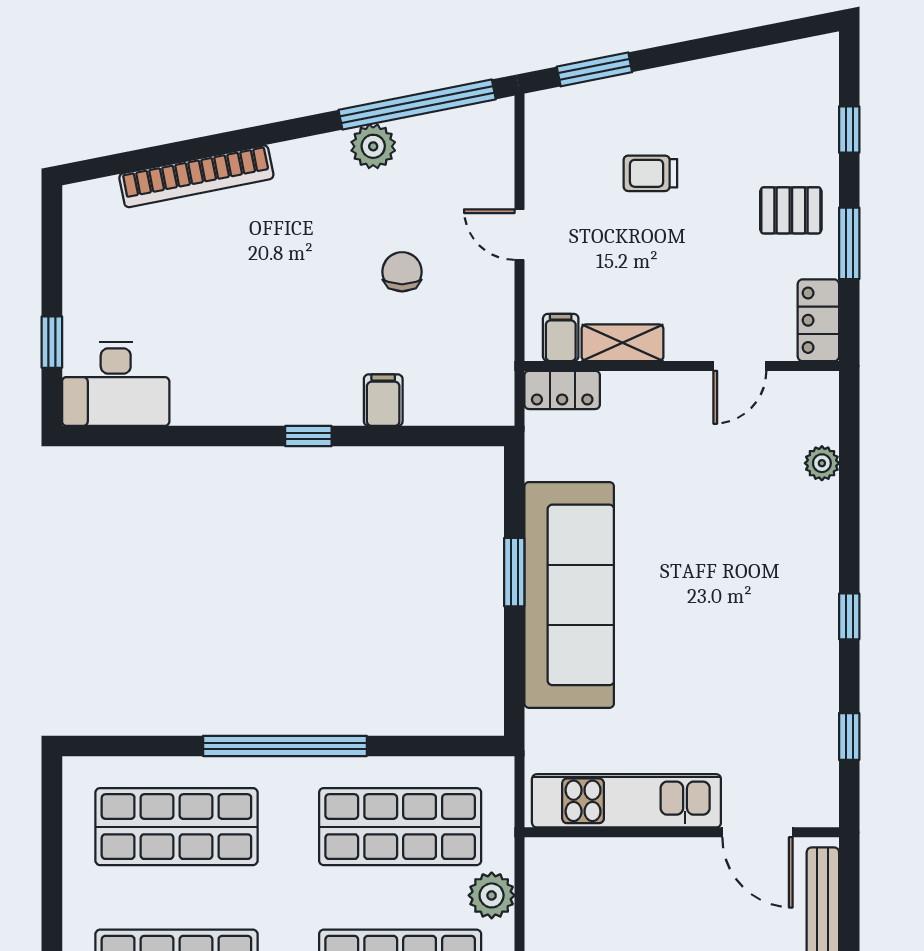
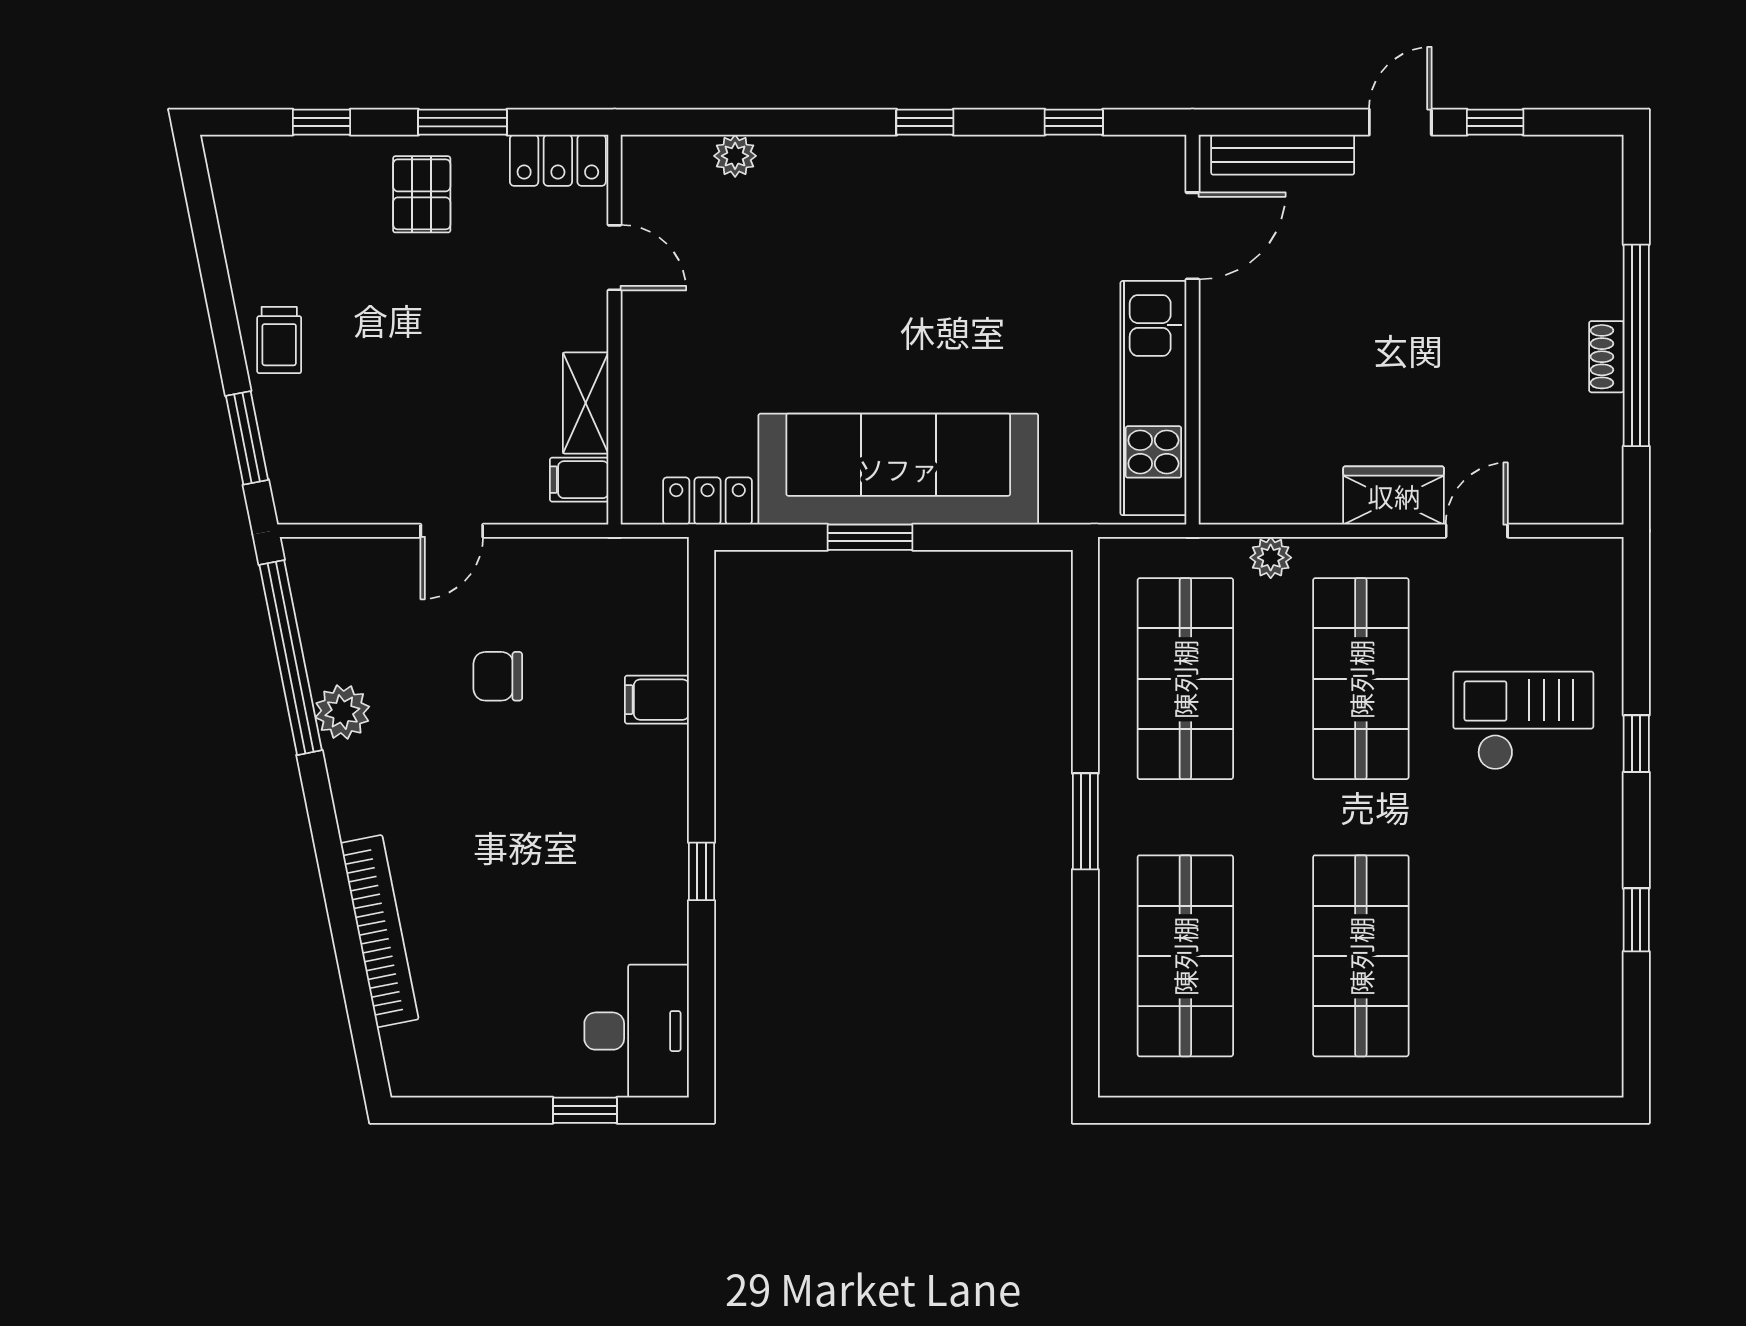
trolley: (650, 173) -> (279, 340), moved
locker: (562, 390) -> (707, 501), moved, turned -90
window: (308, 436) -> (701, 871), moved
window: (285, 746) -> (1085, 821), width x0.47
plant: (492, 895) -> (1271, 558), width x0.73, depth x0.73

